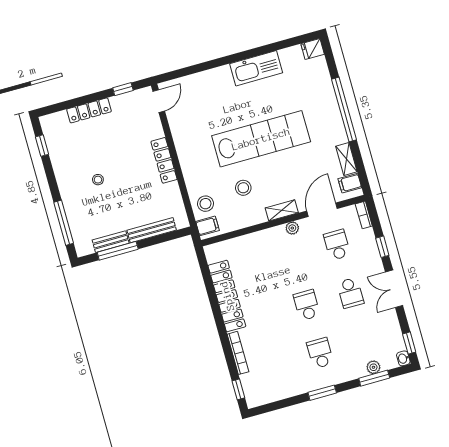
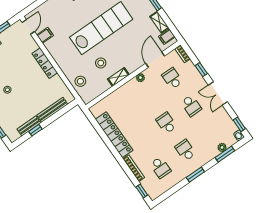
shelving: (282, 210) -> (118, 77), moved
filing cabinet: (207, 226) -> (45, 35), moved
window: (118, 251) -> (35, 130), width x0.46
school desk: (276, 365) -> (160, 168), added

